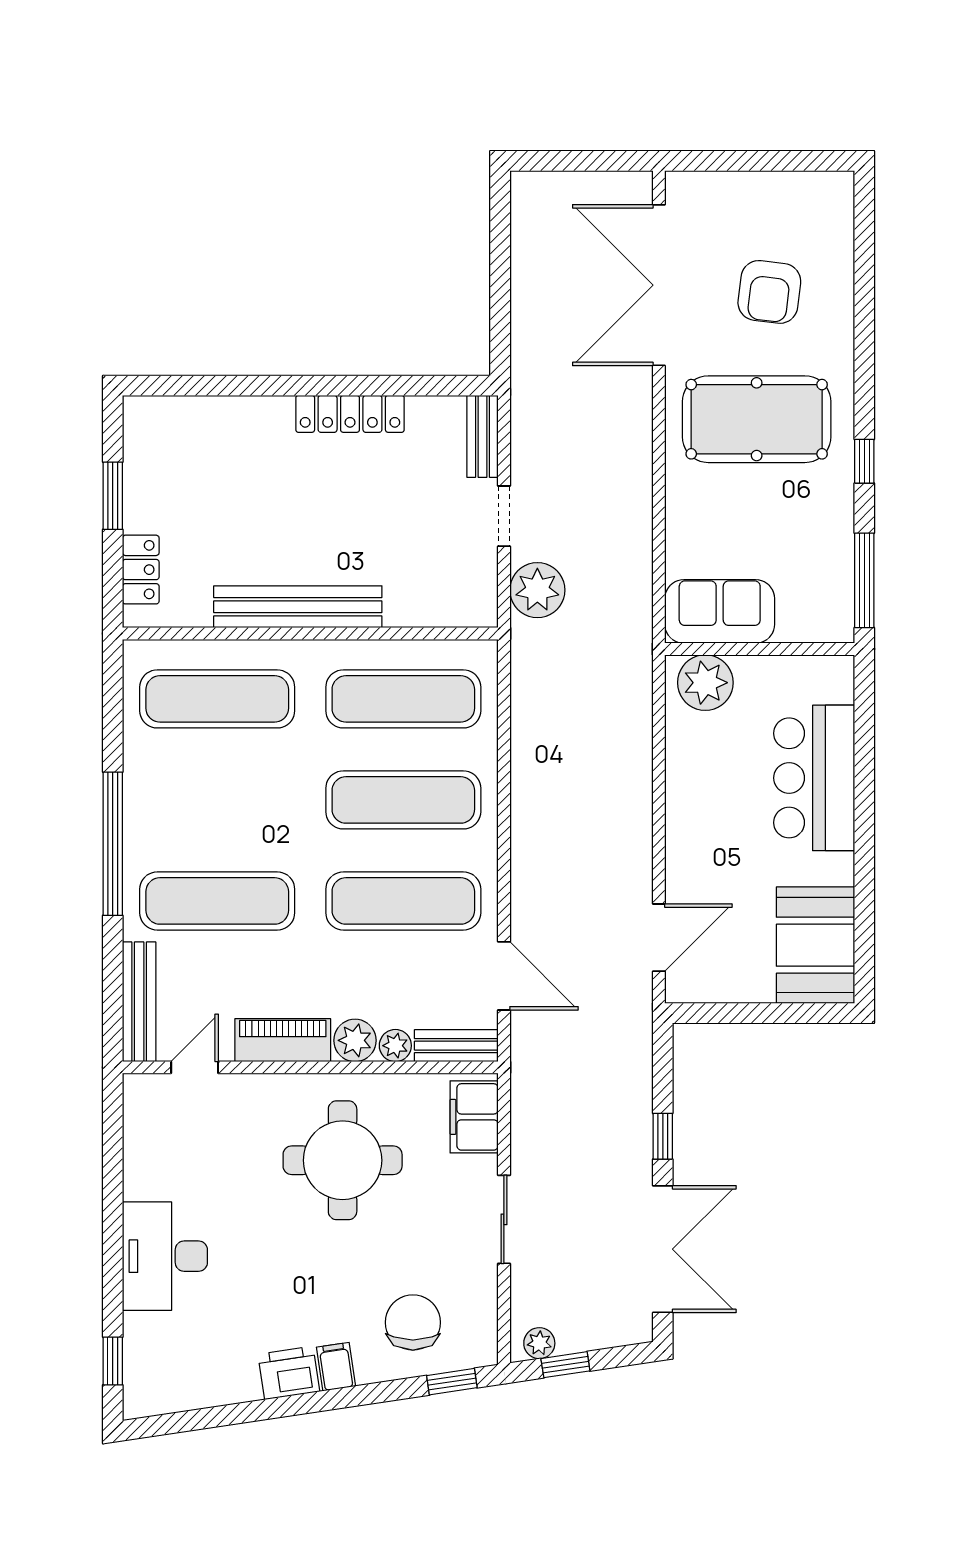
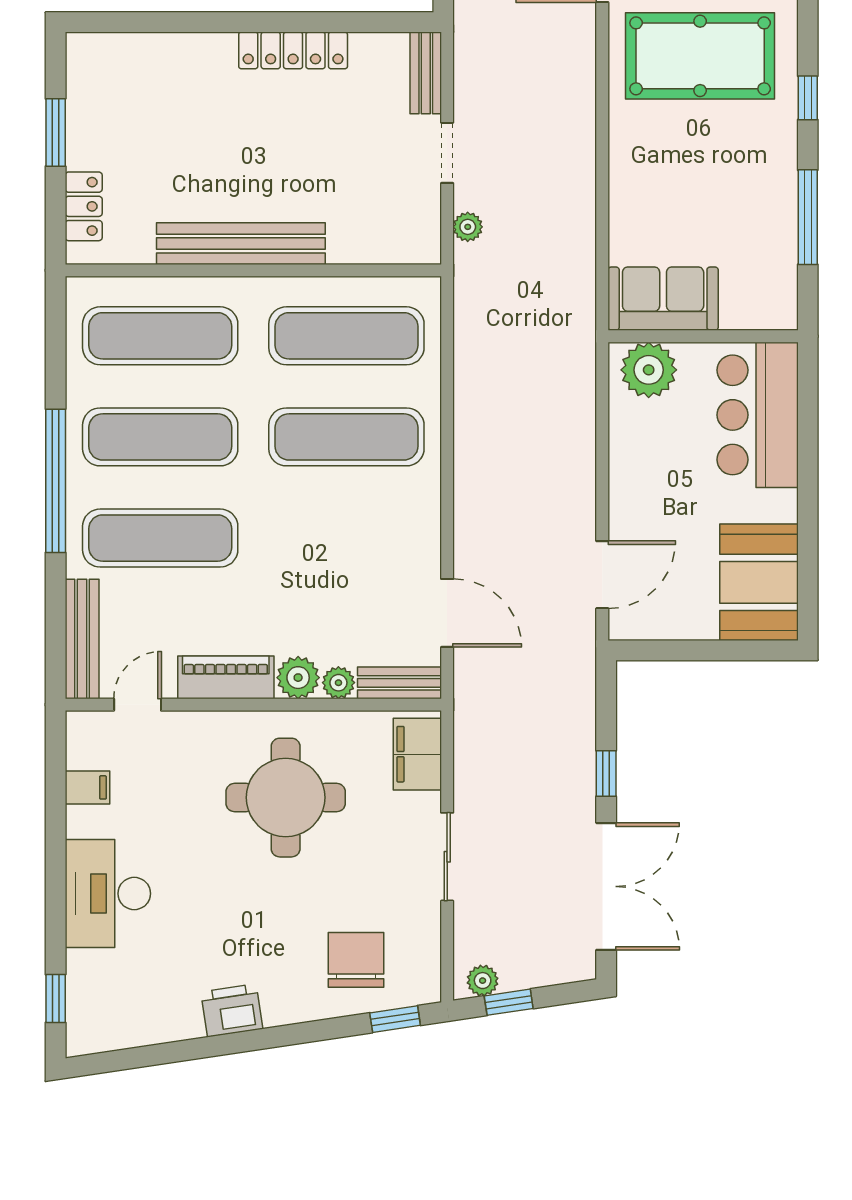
plant: (537, 590) -> (468, 227), width x0.53, depth x0.53
sofa: (720, 611) -> (663, 299), moved
wall: (760, 649) -> (703, 336), moved
plant: (705, 683) -> (649, 370), moved
exercise mat: (403, 901) -> (160, 437), moved
filing cabinet: (336, 1367) -> (87, 787), moved, turned 98

